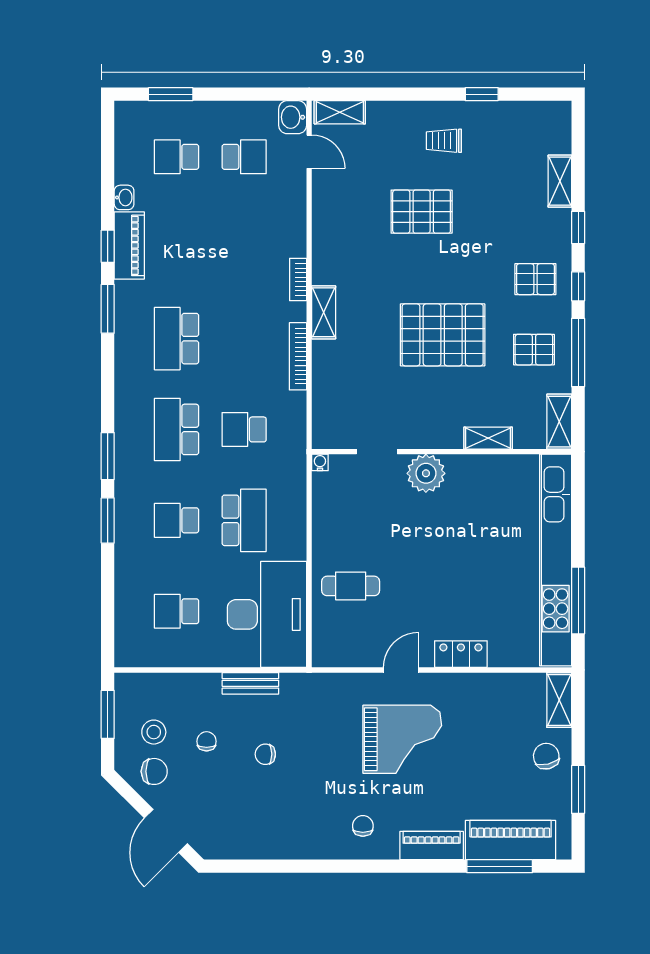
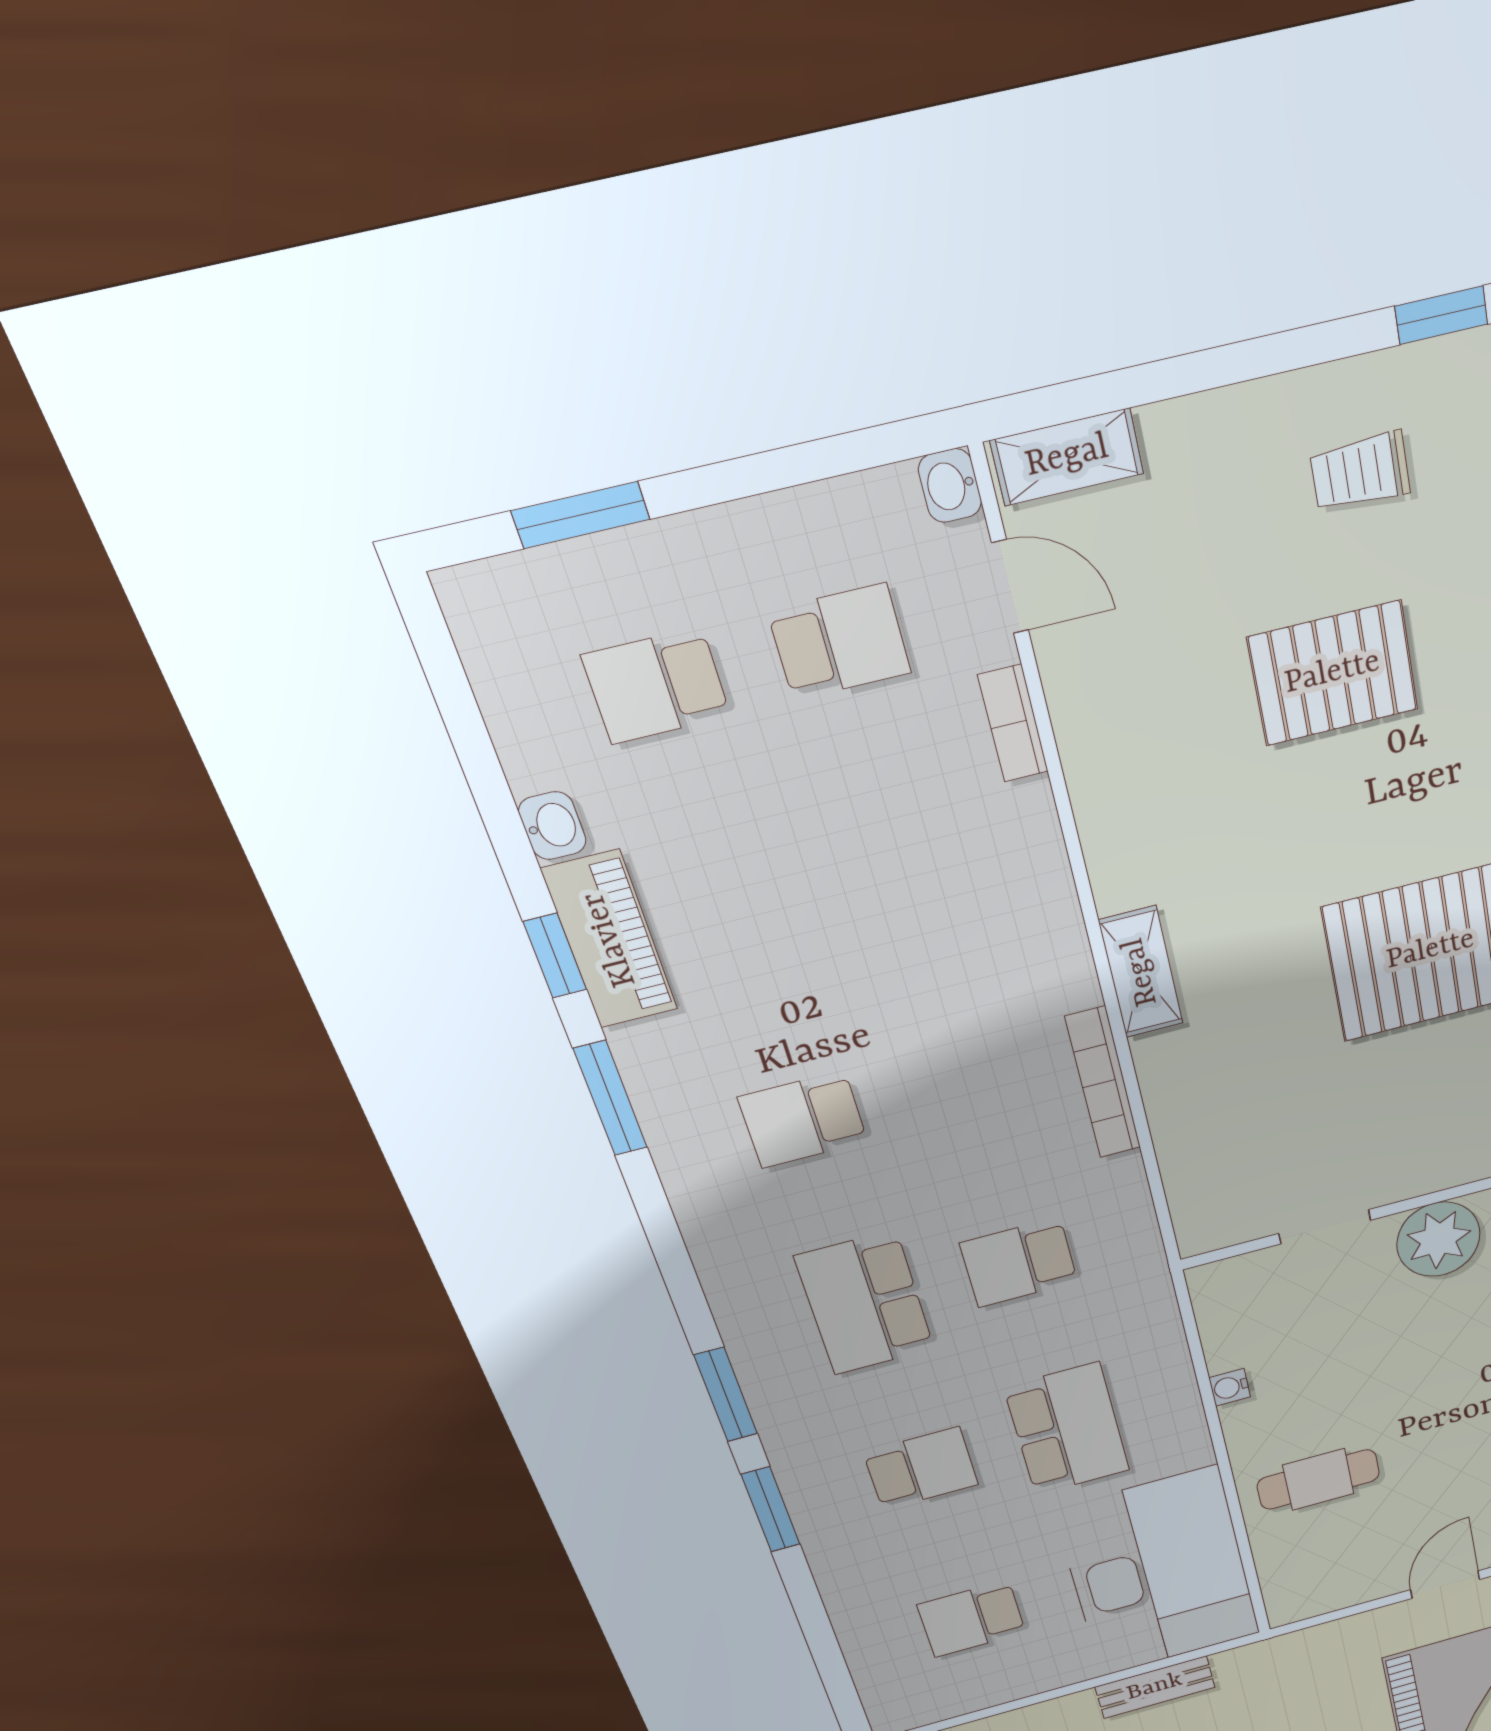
washbasin: (293, 117) -> (950, 486), width x0.72, depth x0.69
bookcase: (298, 280) -> (1013, 723), moved
school desk: (177, 339) -> (803, 1120), width x0.54
water cooler: (320, 462) -> (1230, 1387), moved, turned -90
school desk: (177, 520) -> (921, 1469), turned 180

